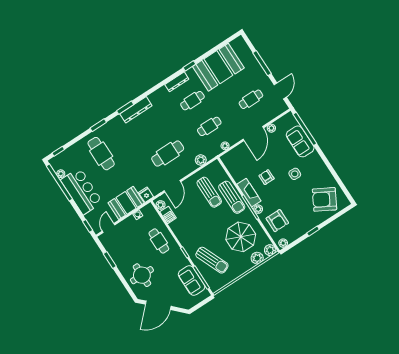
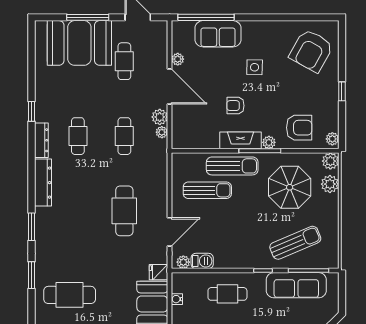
booth: (218, 67) -> (79, 43), moved, turned 90
dresser: (136, 110) -> (43, 183), moved
plant: (201, 160) -> (160, 117), moved
door: (172, 186) -> (170, 232), hinge flipped
sofa: (192, 280) -> (296, 285), width x1.36

